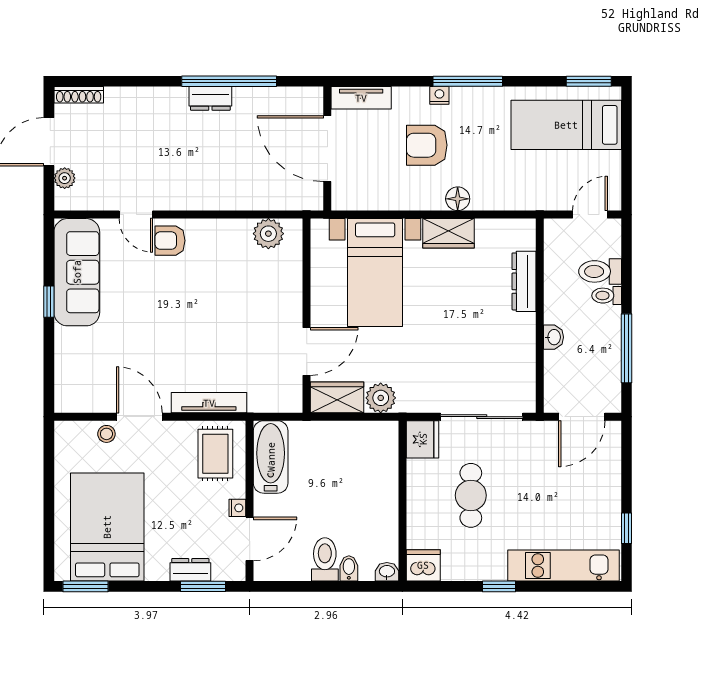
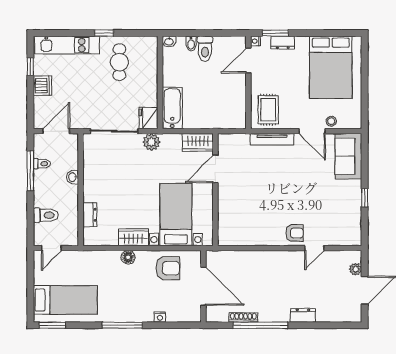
shoe rack: (79, 95) -> (243, 317), moved
nightstand: (439, 95) -> (160, 317), moved
dresser: (210, 98) -> (303, 315), moved
tv unit: (361, 98) -> (184, 316), removed
armchair: (427, 145) -> (168, 268), moved
door: (136, 215) -> (314, 248), swing flipped
plant: (268, 234) -> (238, 237), removed
sofa: (77, 272) -> (348, 156), moved, width x0.73
dresser: (524, 281) -> (90, 215), width x0.70
toilet: (607, 296) -> (42, 164), moved
plant: (381, 398) -> (151, 142), moved
bathtub: (271, 457) -> (172, 108), moved, turned 180
cafe table: (471, 495) -> (119, 62), moved
nightstand: (237, 508) -> (255, 41), moved
dishwasher: (423, 565) -> (43, 86), moved, turned -90
window: (86, 586) -> (343, 33), removed

